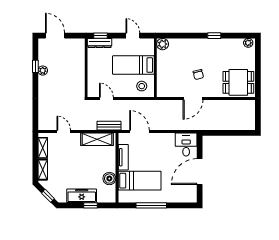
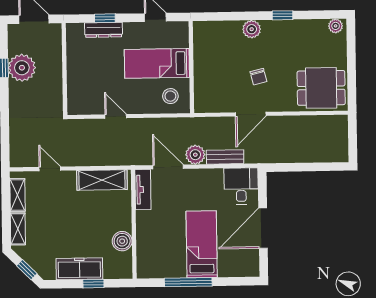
plant: (163, 44) -> (252, 29), moved
wall: (86, 68) -> (64, 69), moved
plant: (43, 71) -> (22, 68), width x1.87, depth x1.87
plant: (157, 124) -> (195, 155), added
bench: (109, 126) -> (225, 157), moved
tv unit: (123, 157) -> (143, 190), moved
bed: (140, 181) -> (202, 244), moved, turned -90

